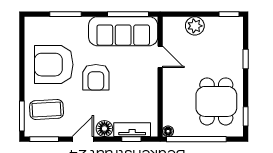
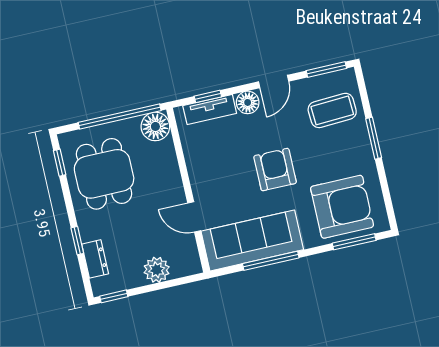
window: (65, 14) -> (354, 242), moved
window: (128, 14) -> (271, 261), moved
dresser: (236, 43) -> (95, 259), added
armchair: (54, 65) -> (342, 207), moved
window: (22, 116) -> (374, 138), moved
floor lamp: (168, 131) -> (155, 126), width x1.89, depth x1.89

